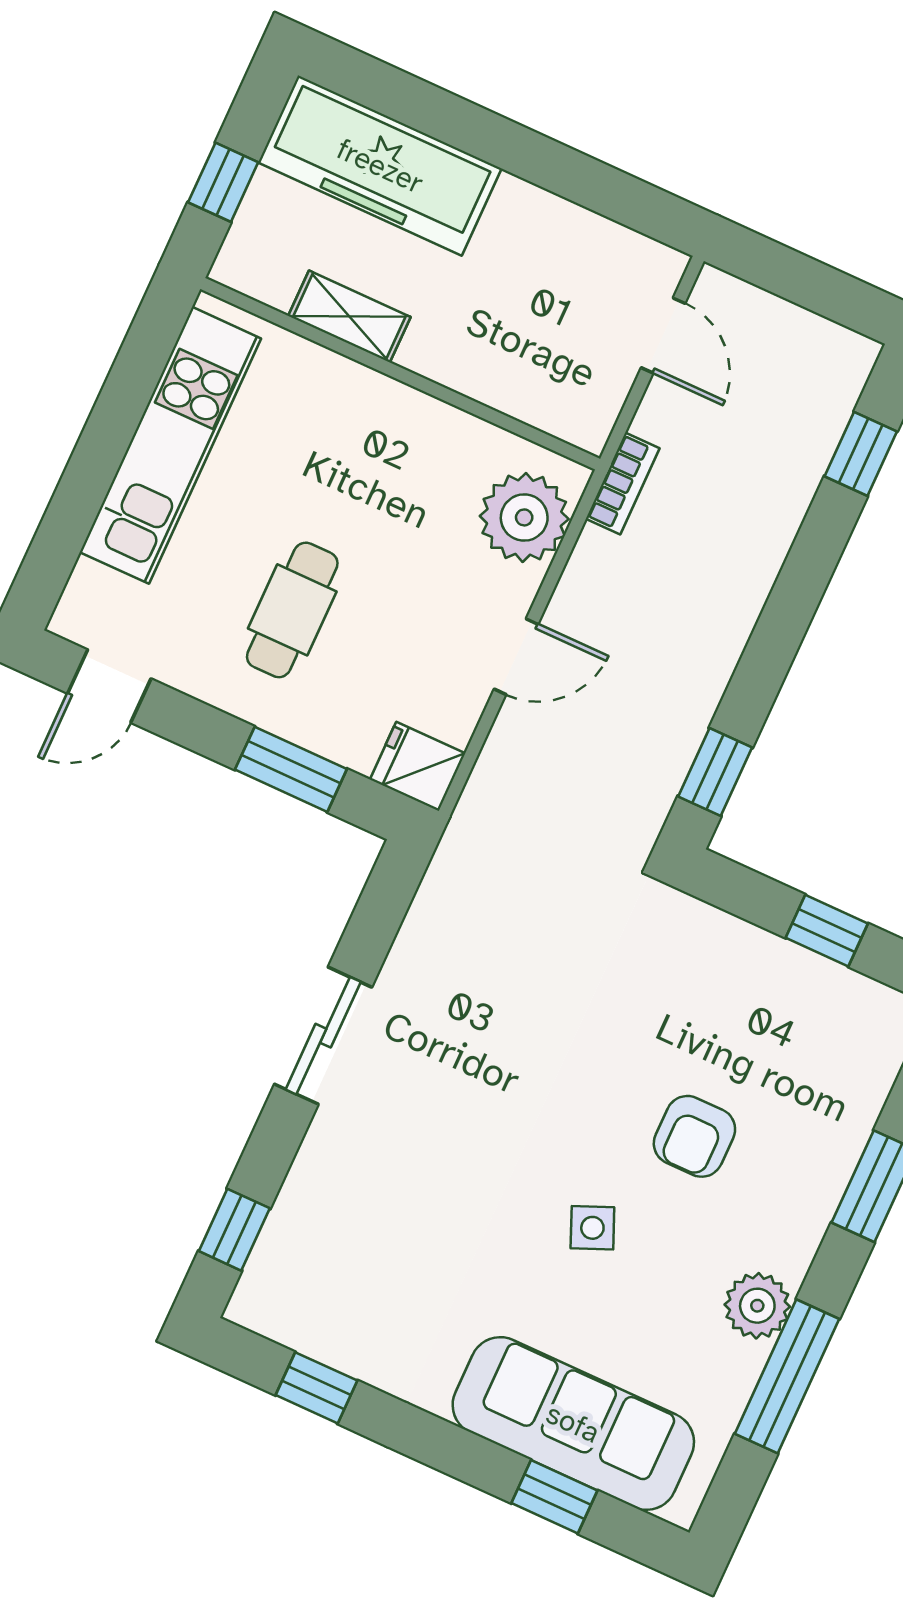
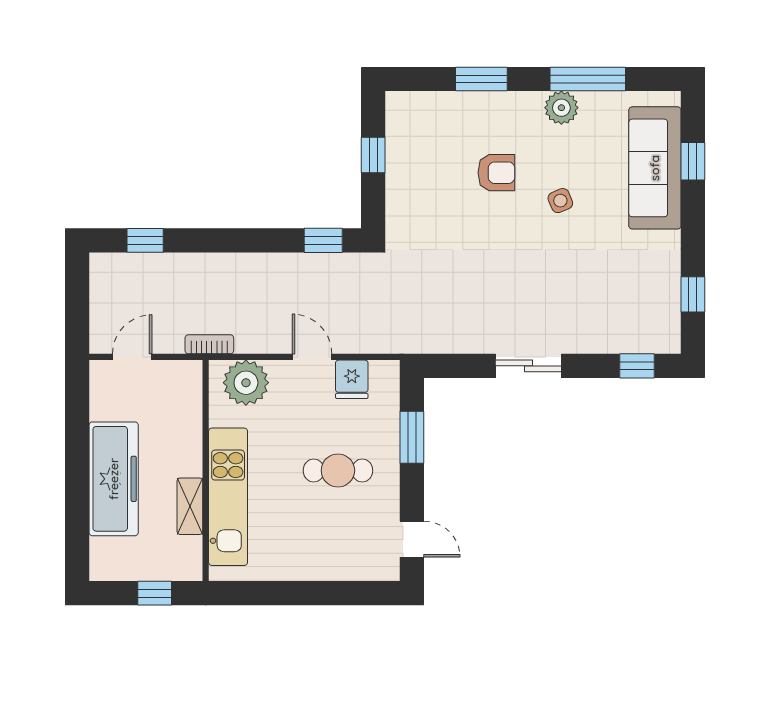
freezer: (380, 166) -> (114, 479), moved
kitchen unit: (170, 445) -> (228, 497), moved, turned 90
fridge: (418, 766) -> (352, 379), moved

